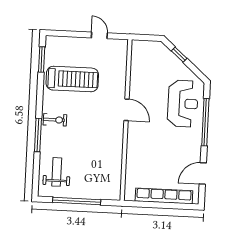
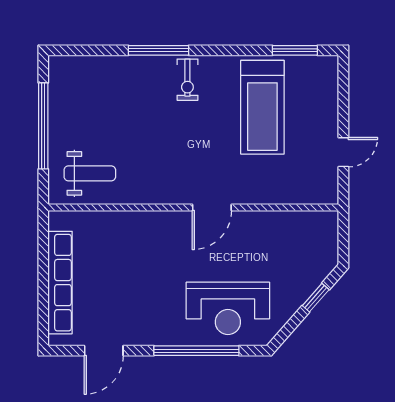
weight bench: (57, 172) -> (90, 173), moved
door: (203, 174) -> (104, 351), swing flipped

